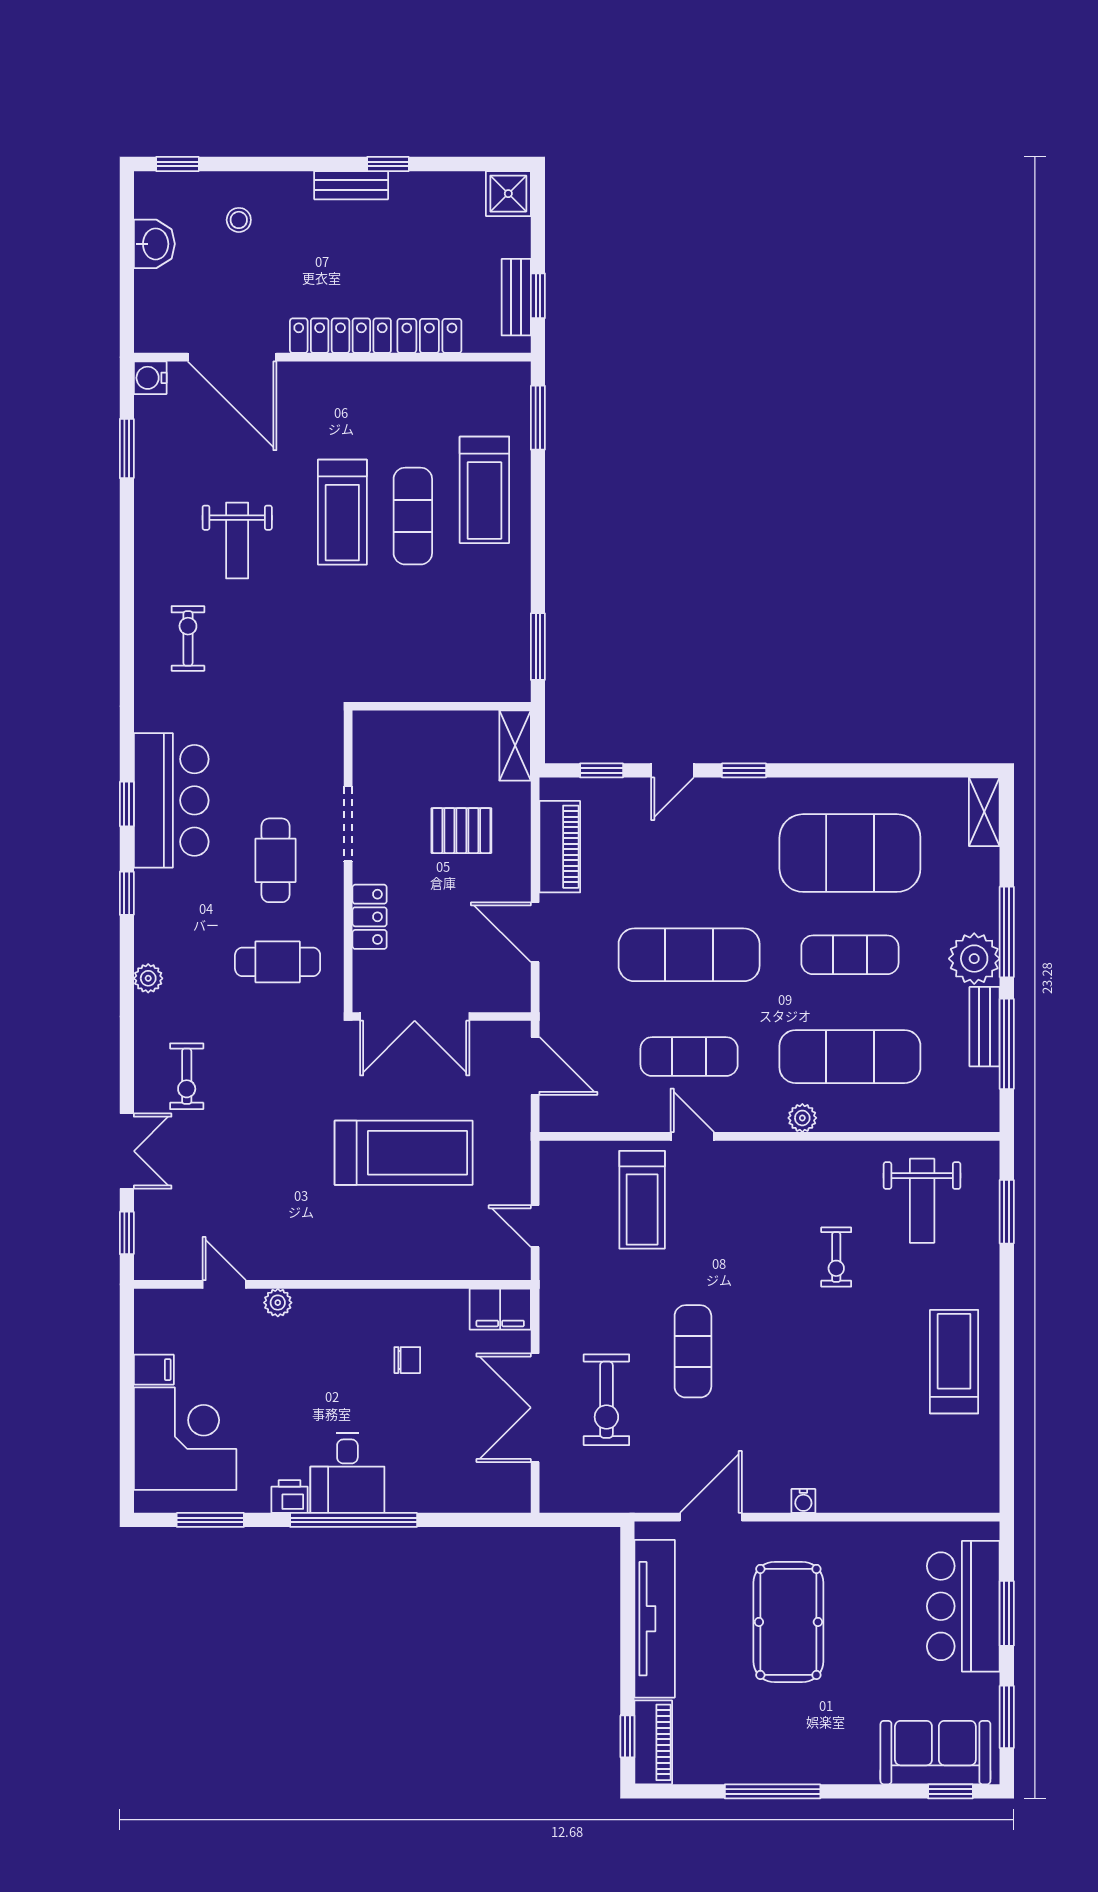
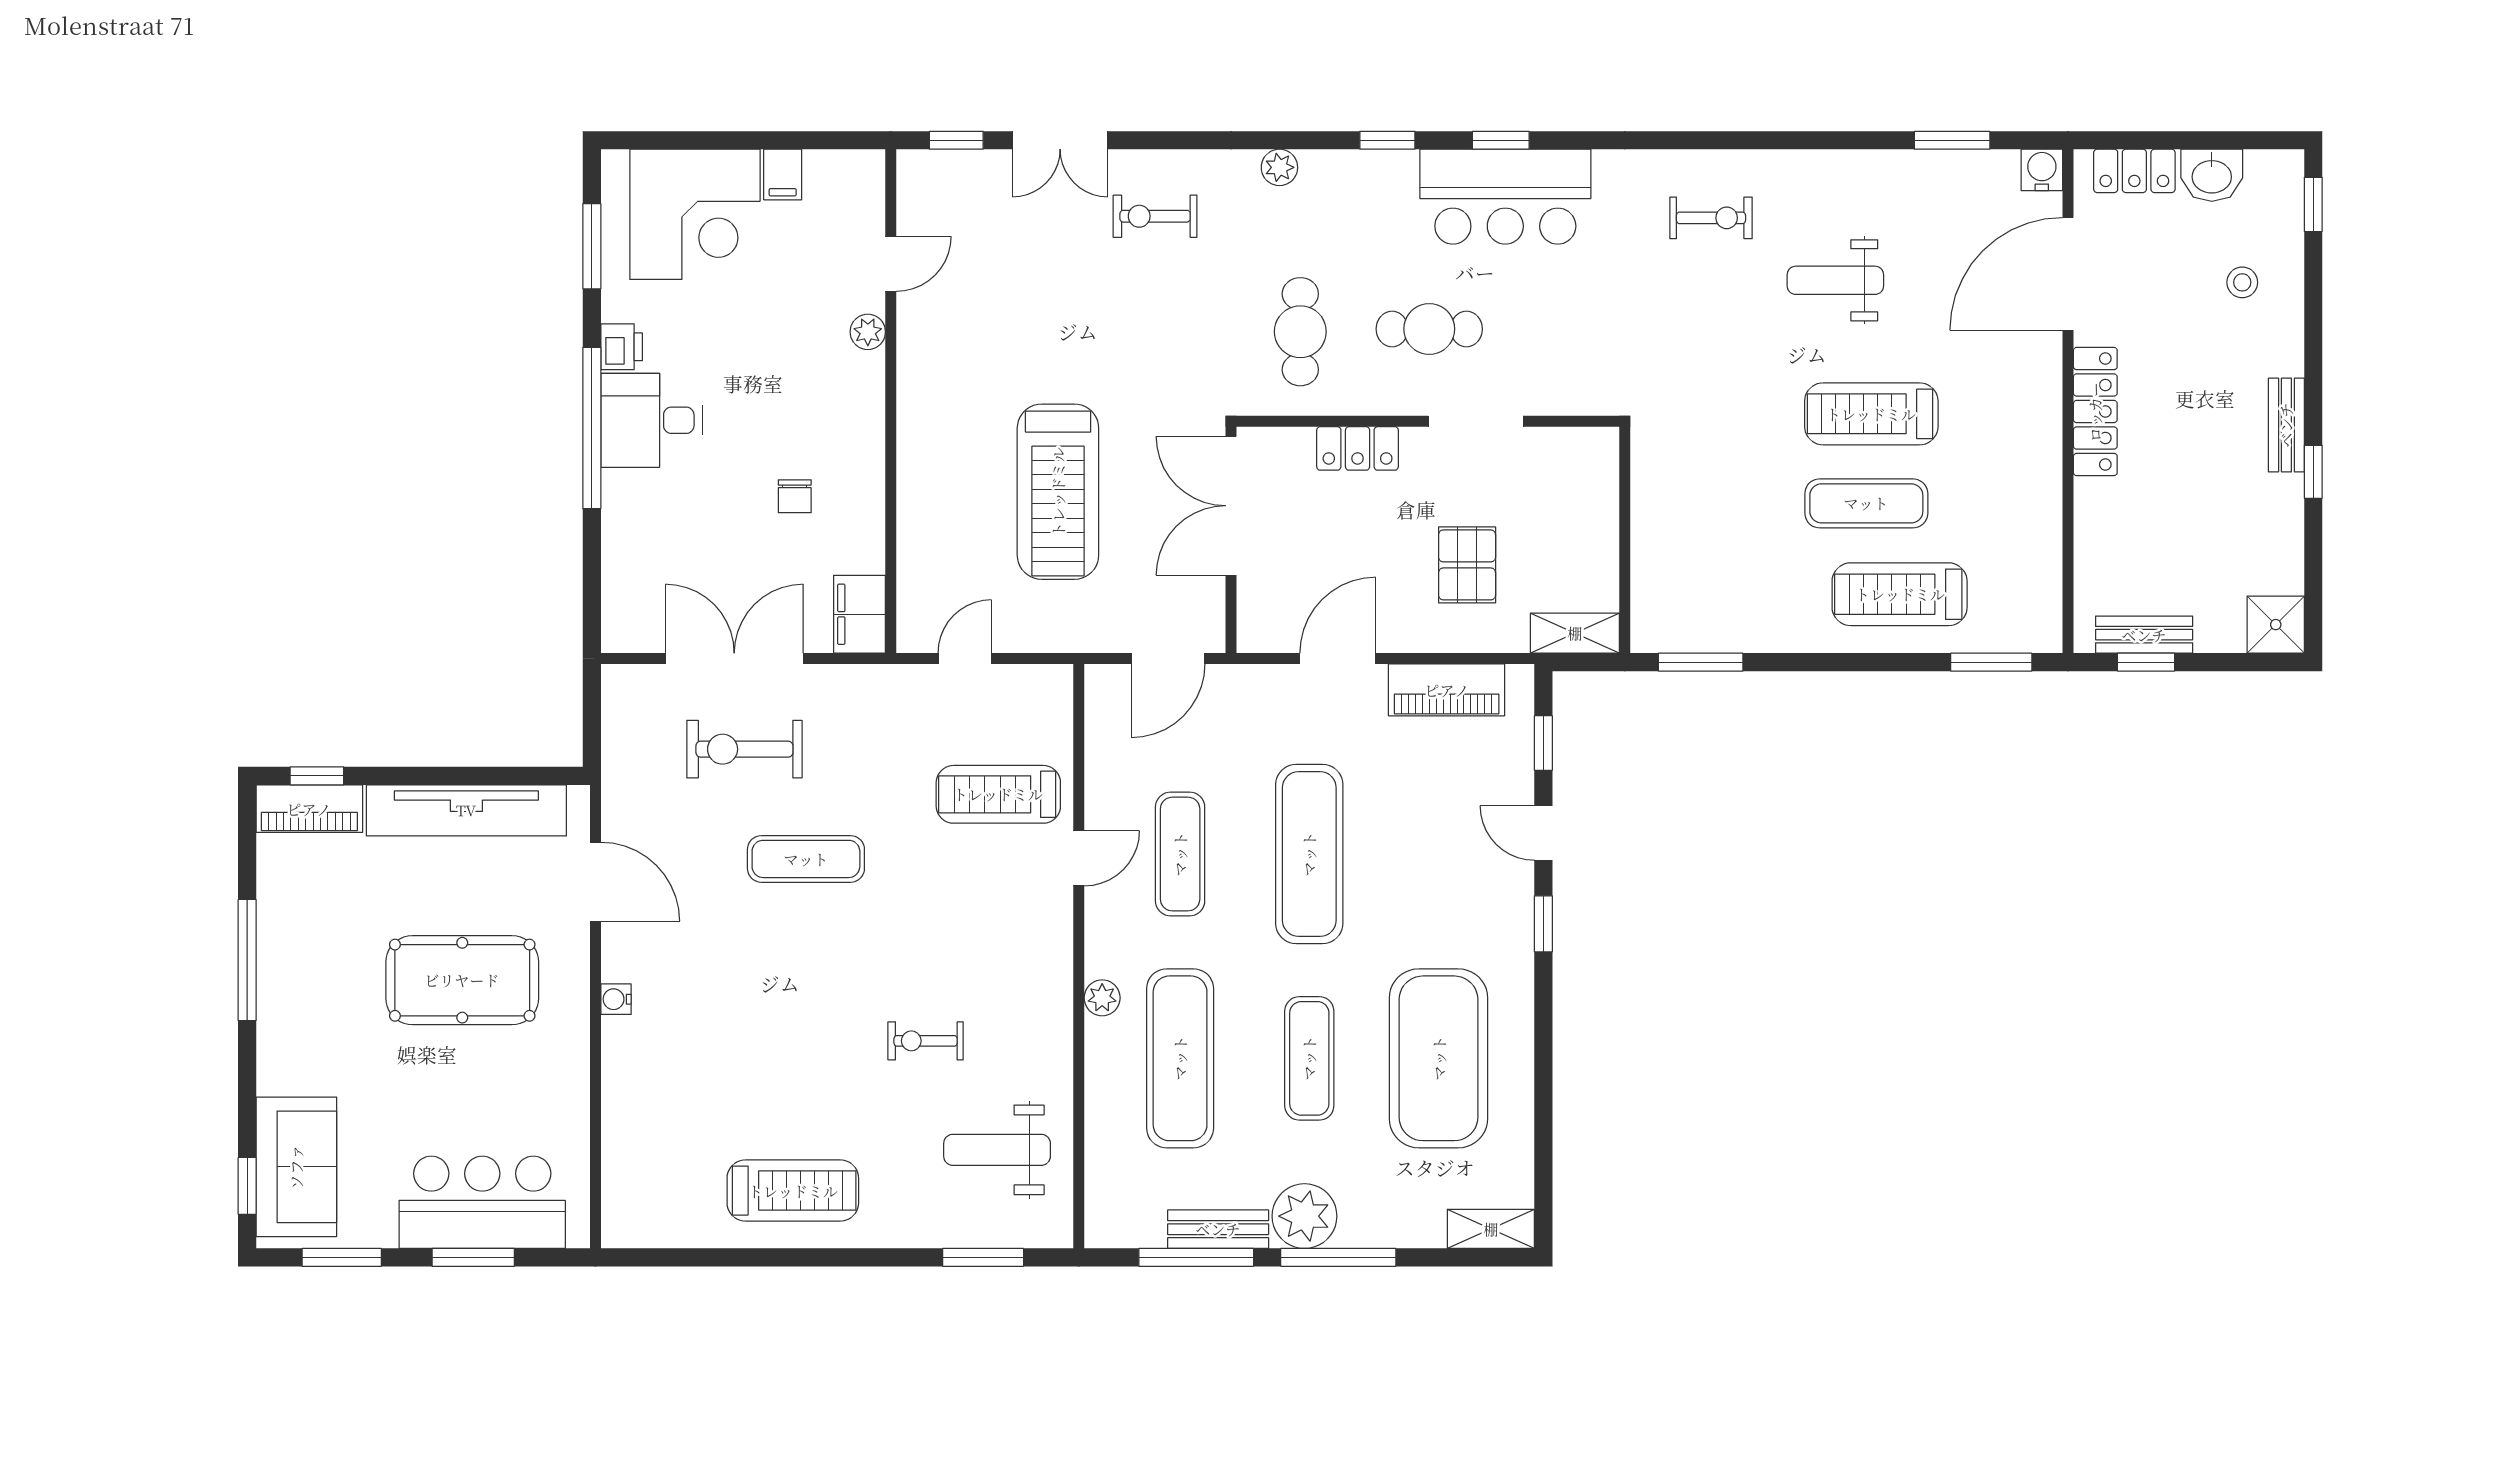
locker: (429, 336) -> (2134, 171), moved, turned 90

